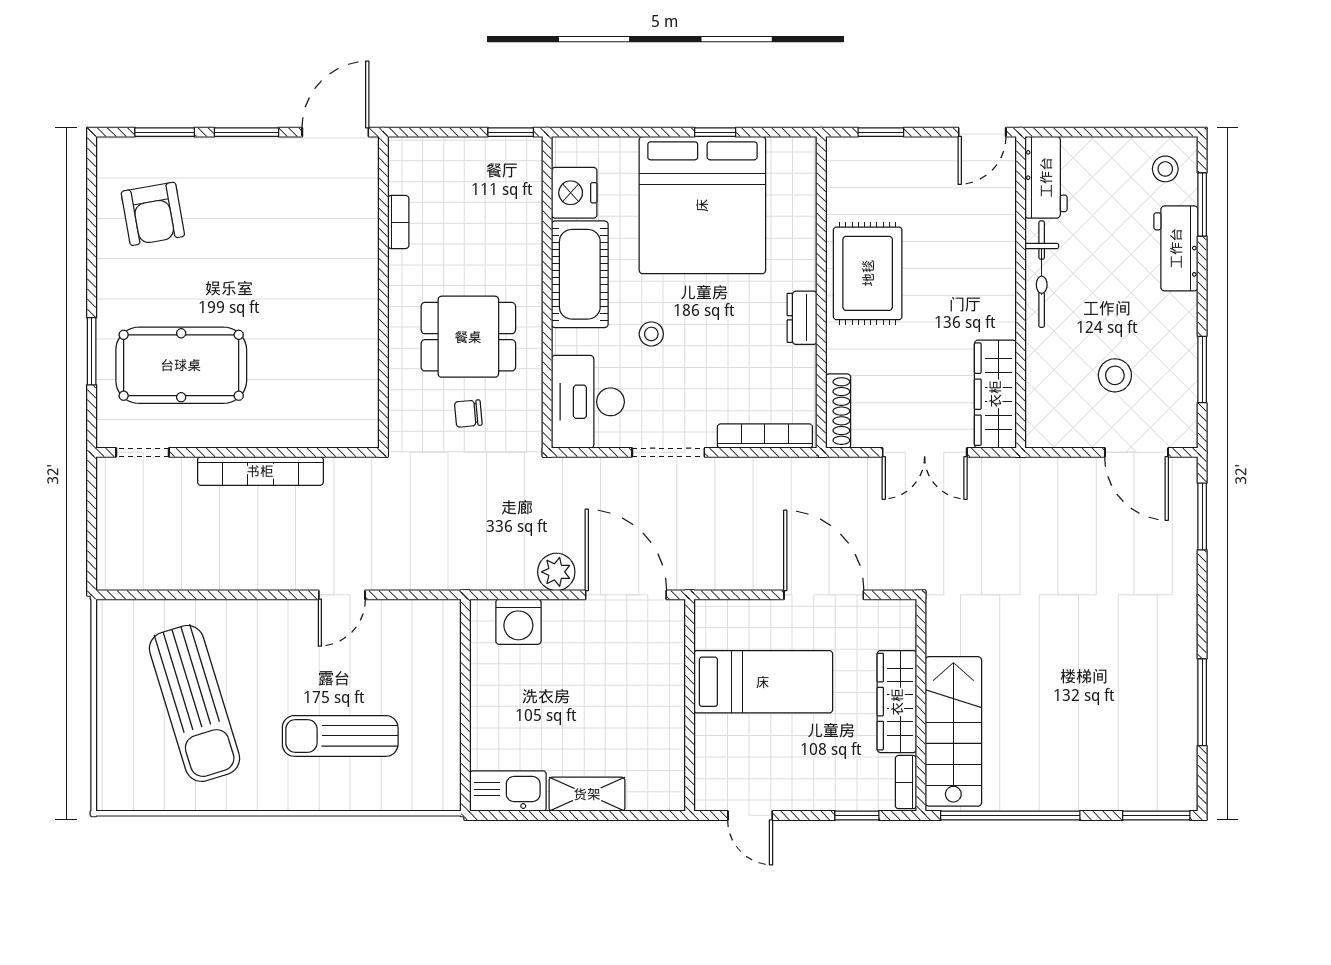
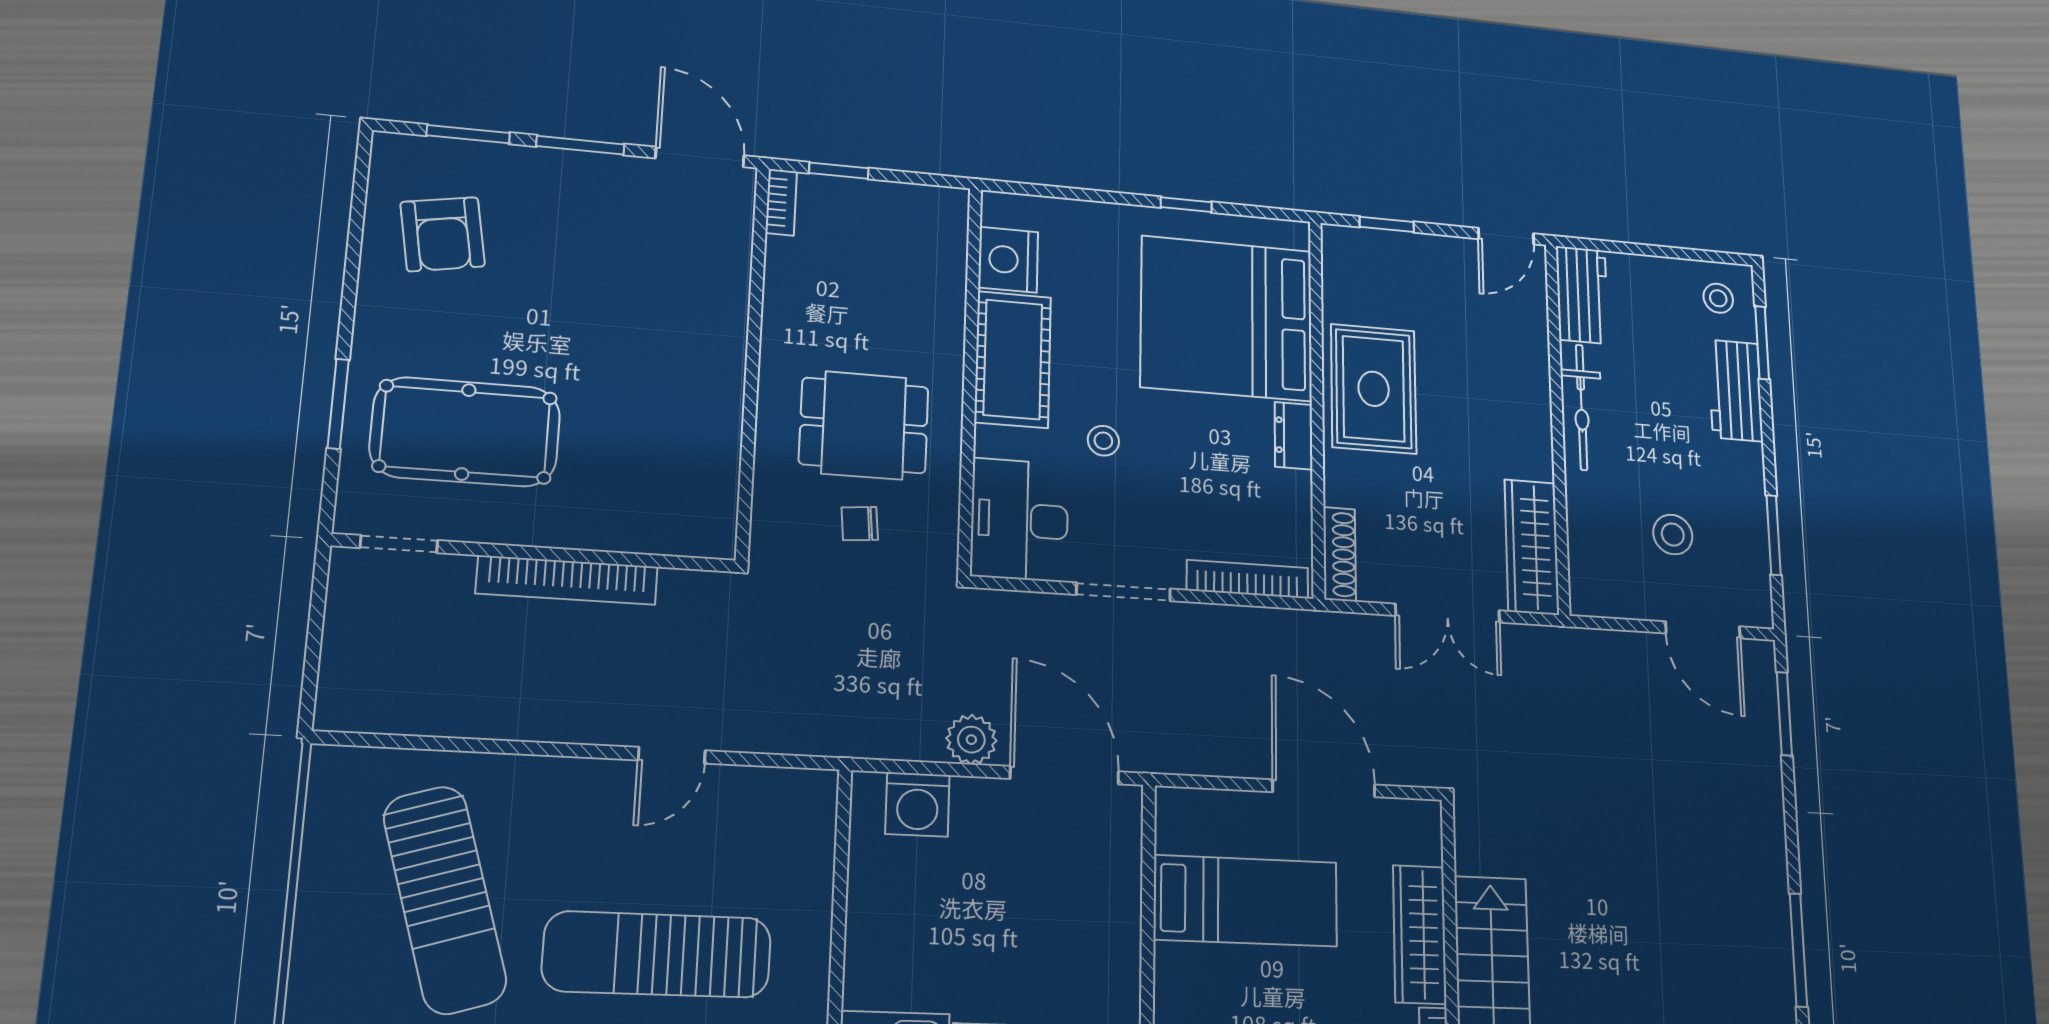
door: (335, 132) -> (700, 157), hinge flipped
window: (511, 132) -> (839, 171), moved
bed: (702, 205) -> (1227, 318), moved, turned 90
bookcase: (398, 222) -> (781, 202), moved
sun lounger: (340, 736) -> (657, 954), width x1.36, depth x1.34

